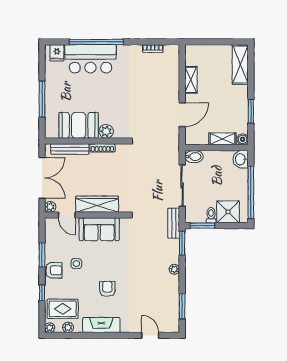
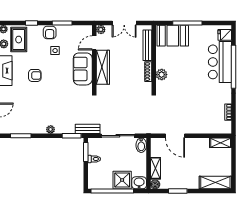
shelving: (191, 80) -> (221, 143), moved
booth: (79, 125) -> (173, 36), moved, turned 90
double door: (42, 178) -> (124, 23), width x0.73
shower: (228, 212) -> (122, 180), moved

